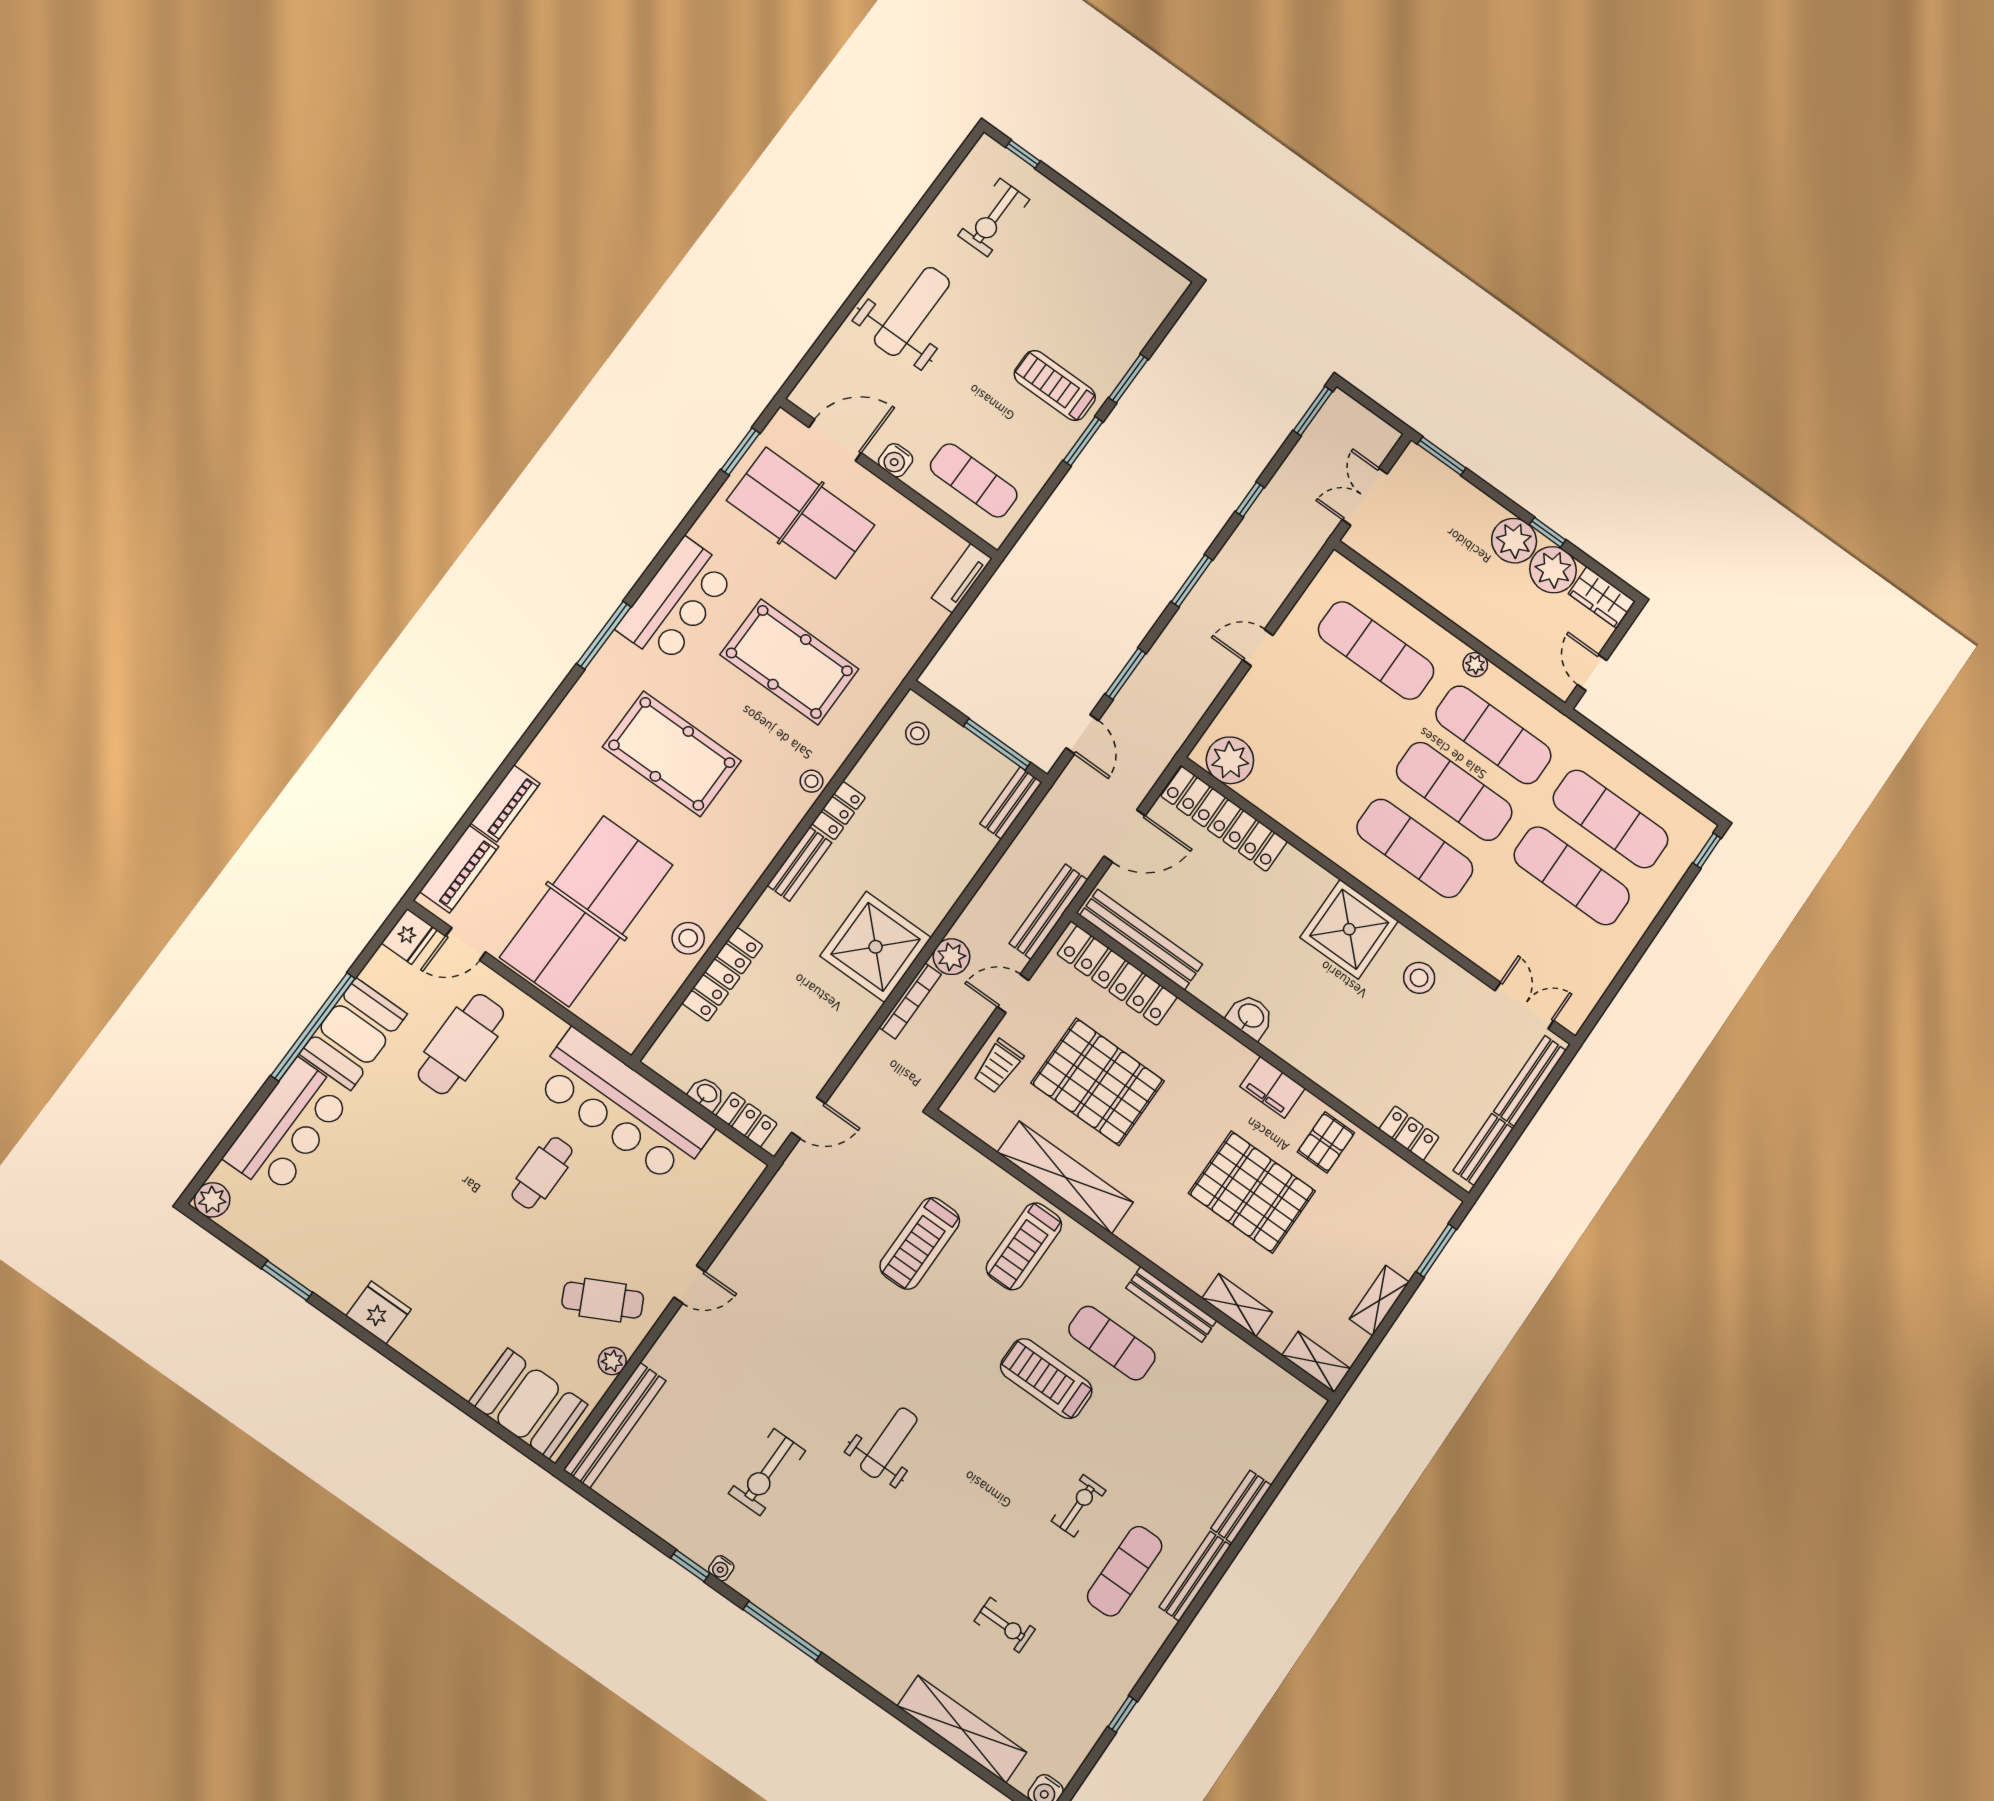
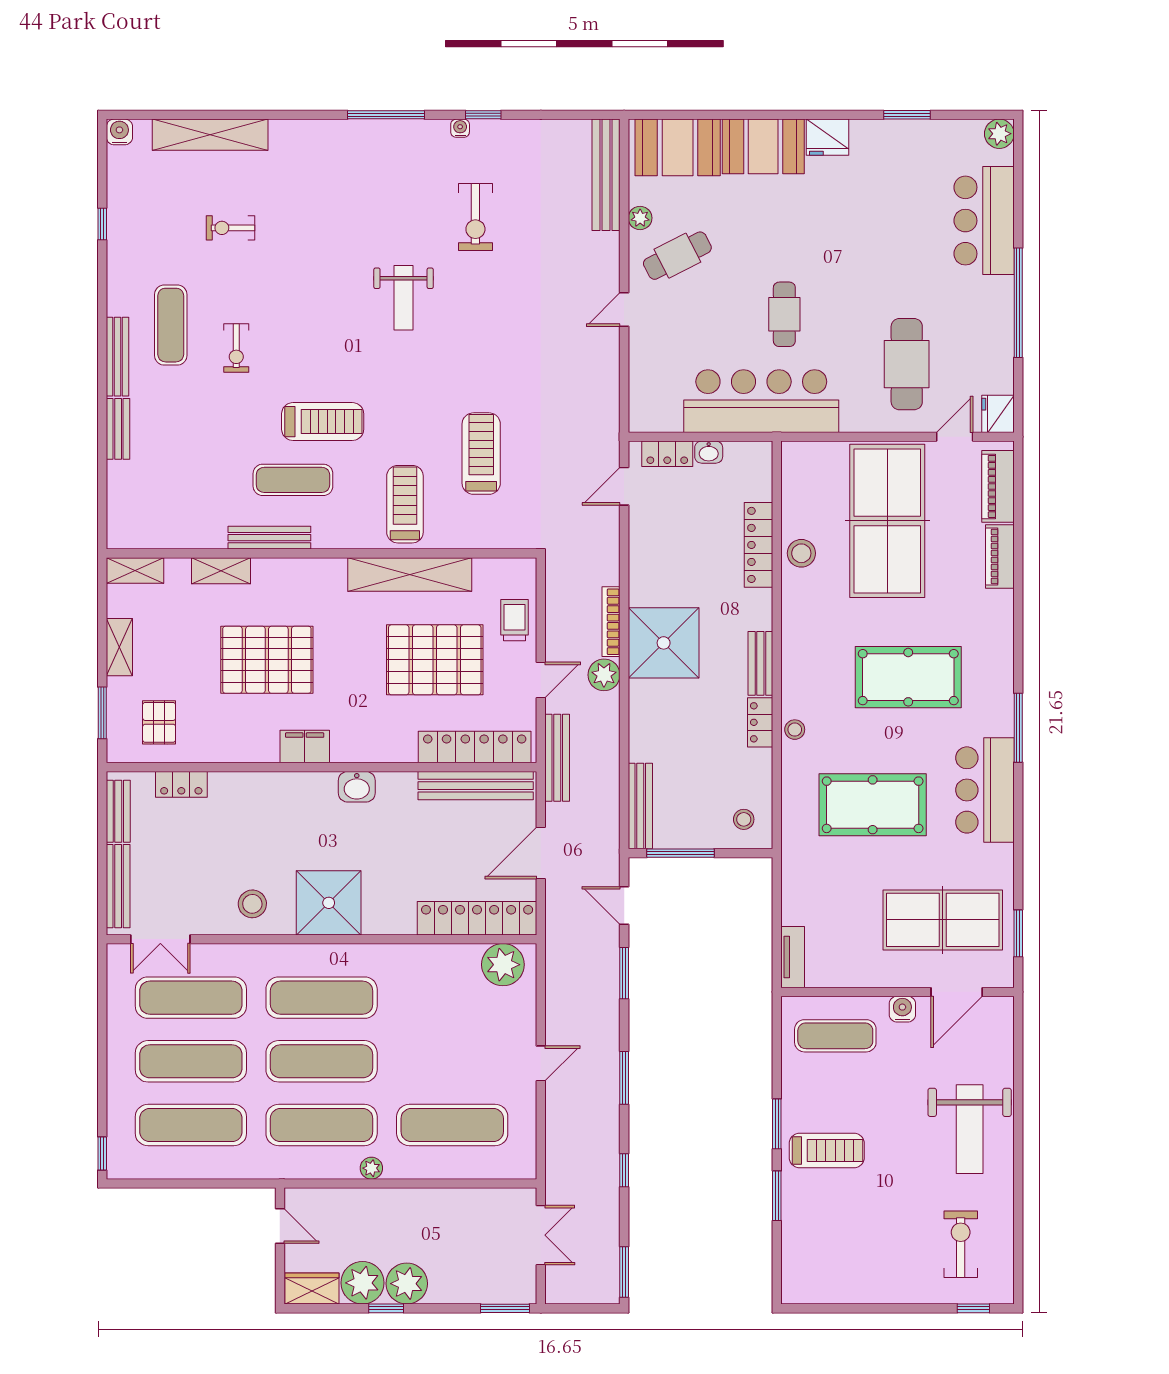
bench: (1011, 803) -> (640, 806), width x1.36
exercise mat: (1533, 933) -> (191, 998), added
booth: (353, 1034) -> (763, 146), moved, turned 90
pallet: (1326, 1142) -> (159, 722), moved
exercise bike: (767, 1472) -> (475, 217), turned 180

